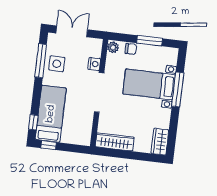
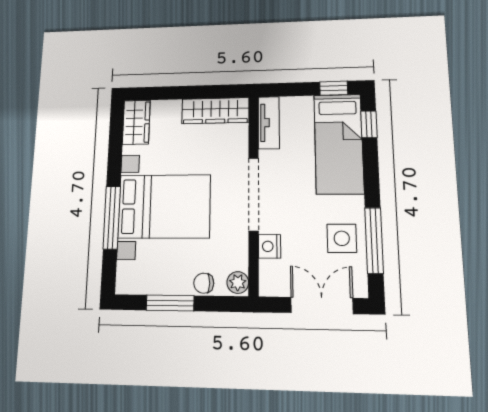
double door: (72, 31) -> (322, 305), swing flipped
bed with nightstands: (149, 84) -> (164, 206), width x1.36
tv unit: (86, 131) -> (269, 123), added

